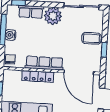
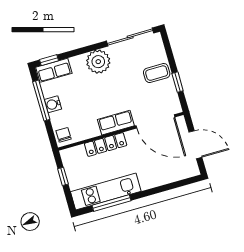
row of seats: (31, 12) -> (54, 70), moved
row of seats: (44, 63) -> (116, 123), width x0.68

